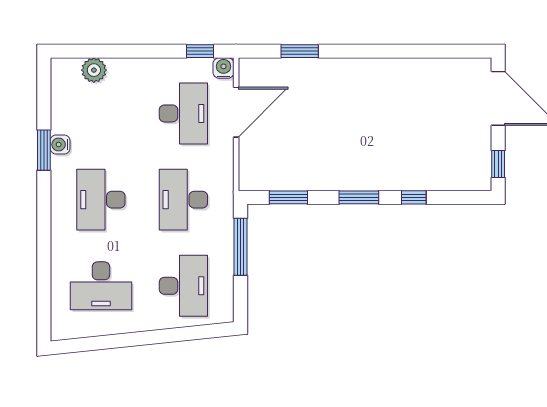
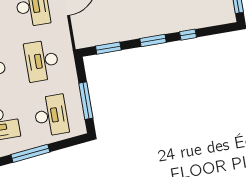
window: (240, 247) -> (86, 101), moved
window: (142, 338) -> (30, 153), added

